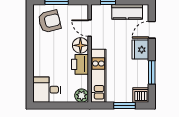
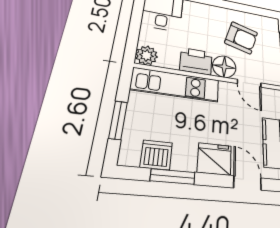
armchair: (50, 21) -> (241, 38), moved, turned -60
door: (90, 28) -> (249, 83), swing flipped
dishwasher: (141, 95) -> (156, 155), moved, turned -90

